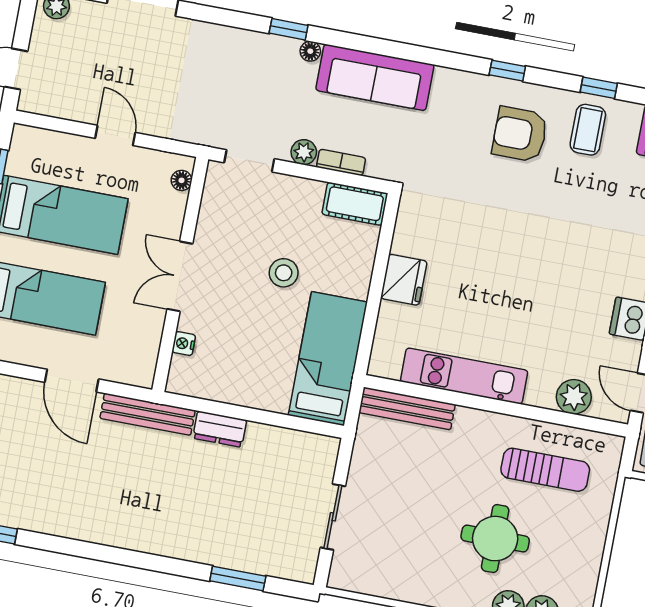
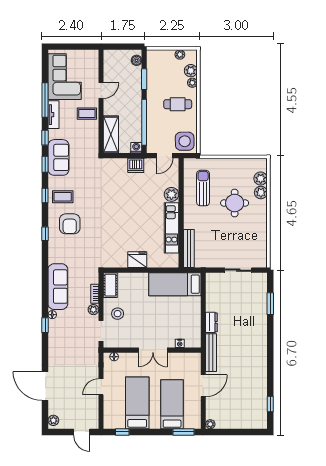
stool: (284, 273) -> (118, 314), moved
plant: (574, 397) -> (171, 194), moved

